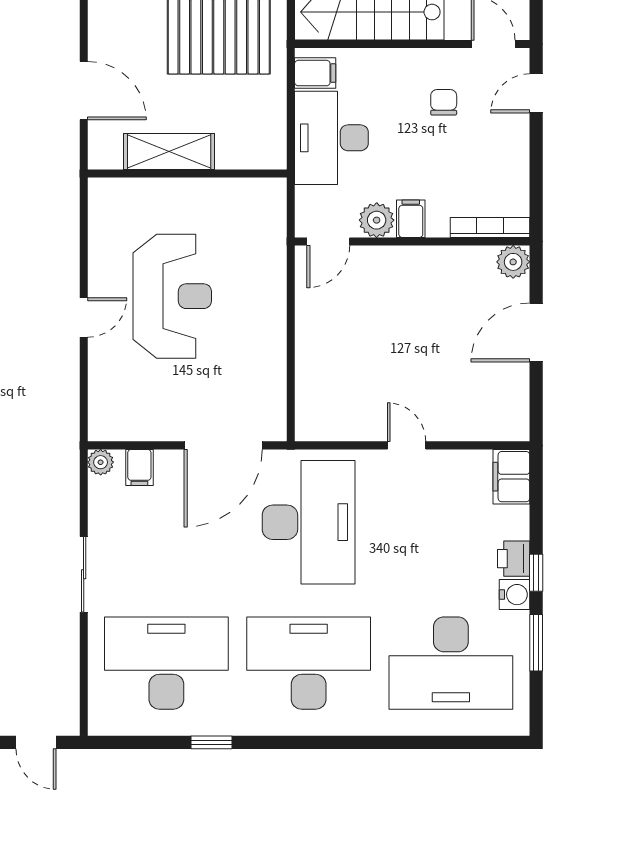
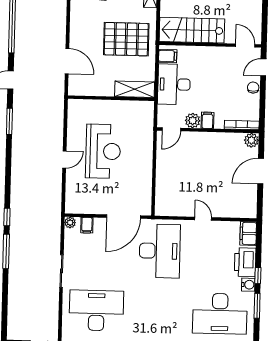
chair: (444, 102) -> (253, 88), moved
shelving: (169, 152) -> (135, 89), moved
printer: (514, 559) -> (245, 262), width x1.87, depth x1.48
desk: (309, 663) -> (158, 312), removed

